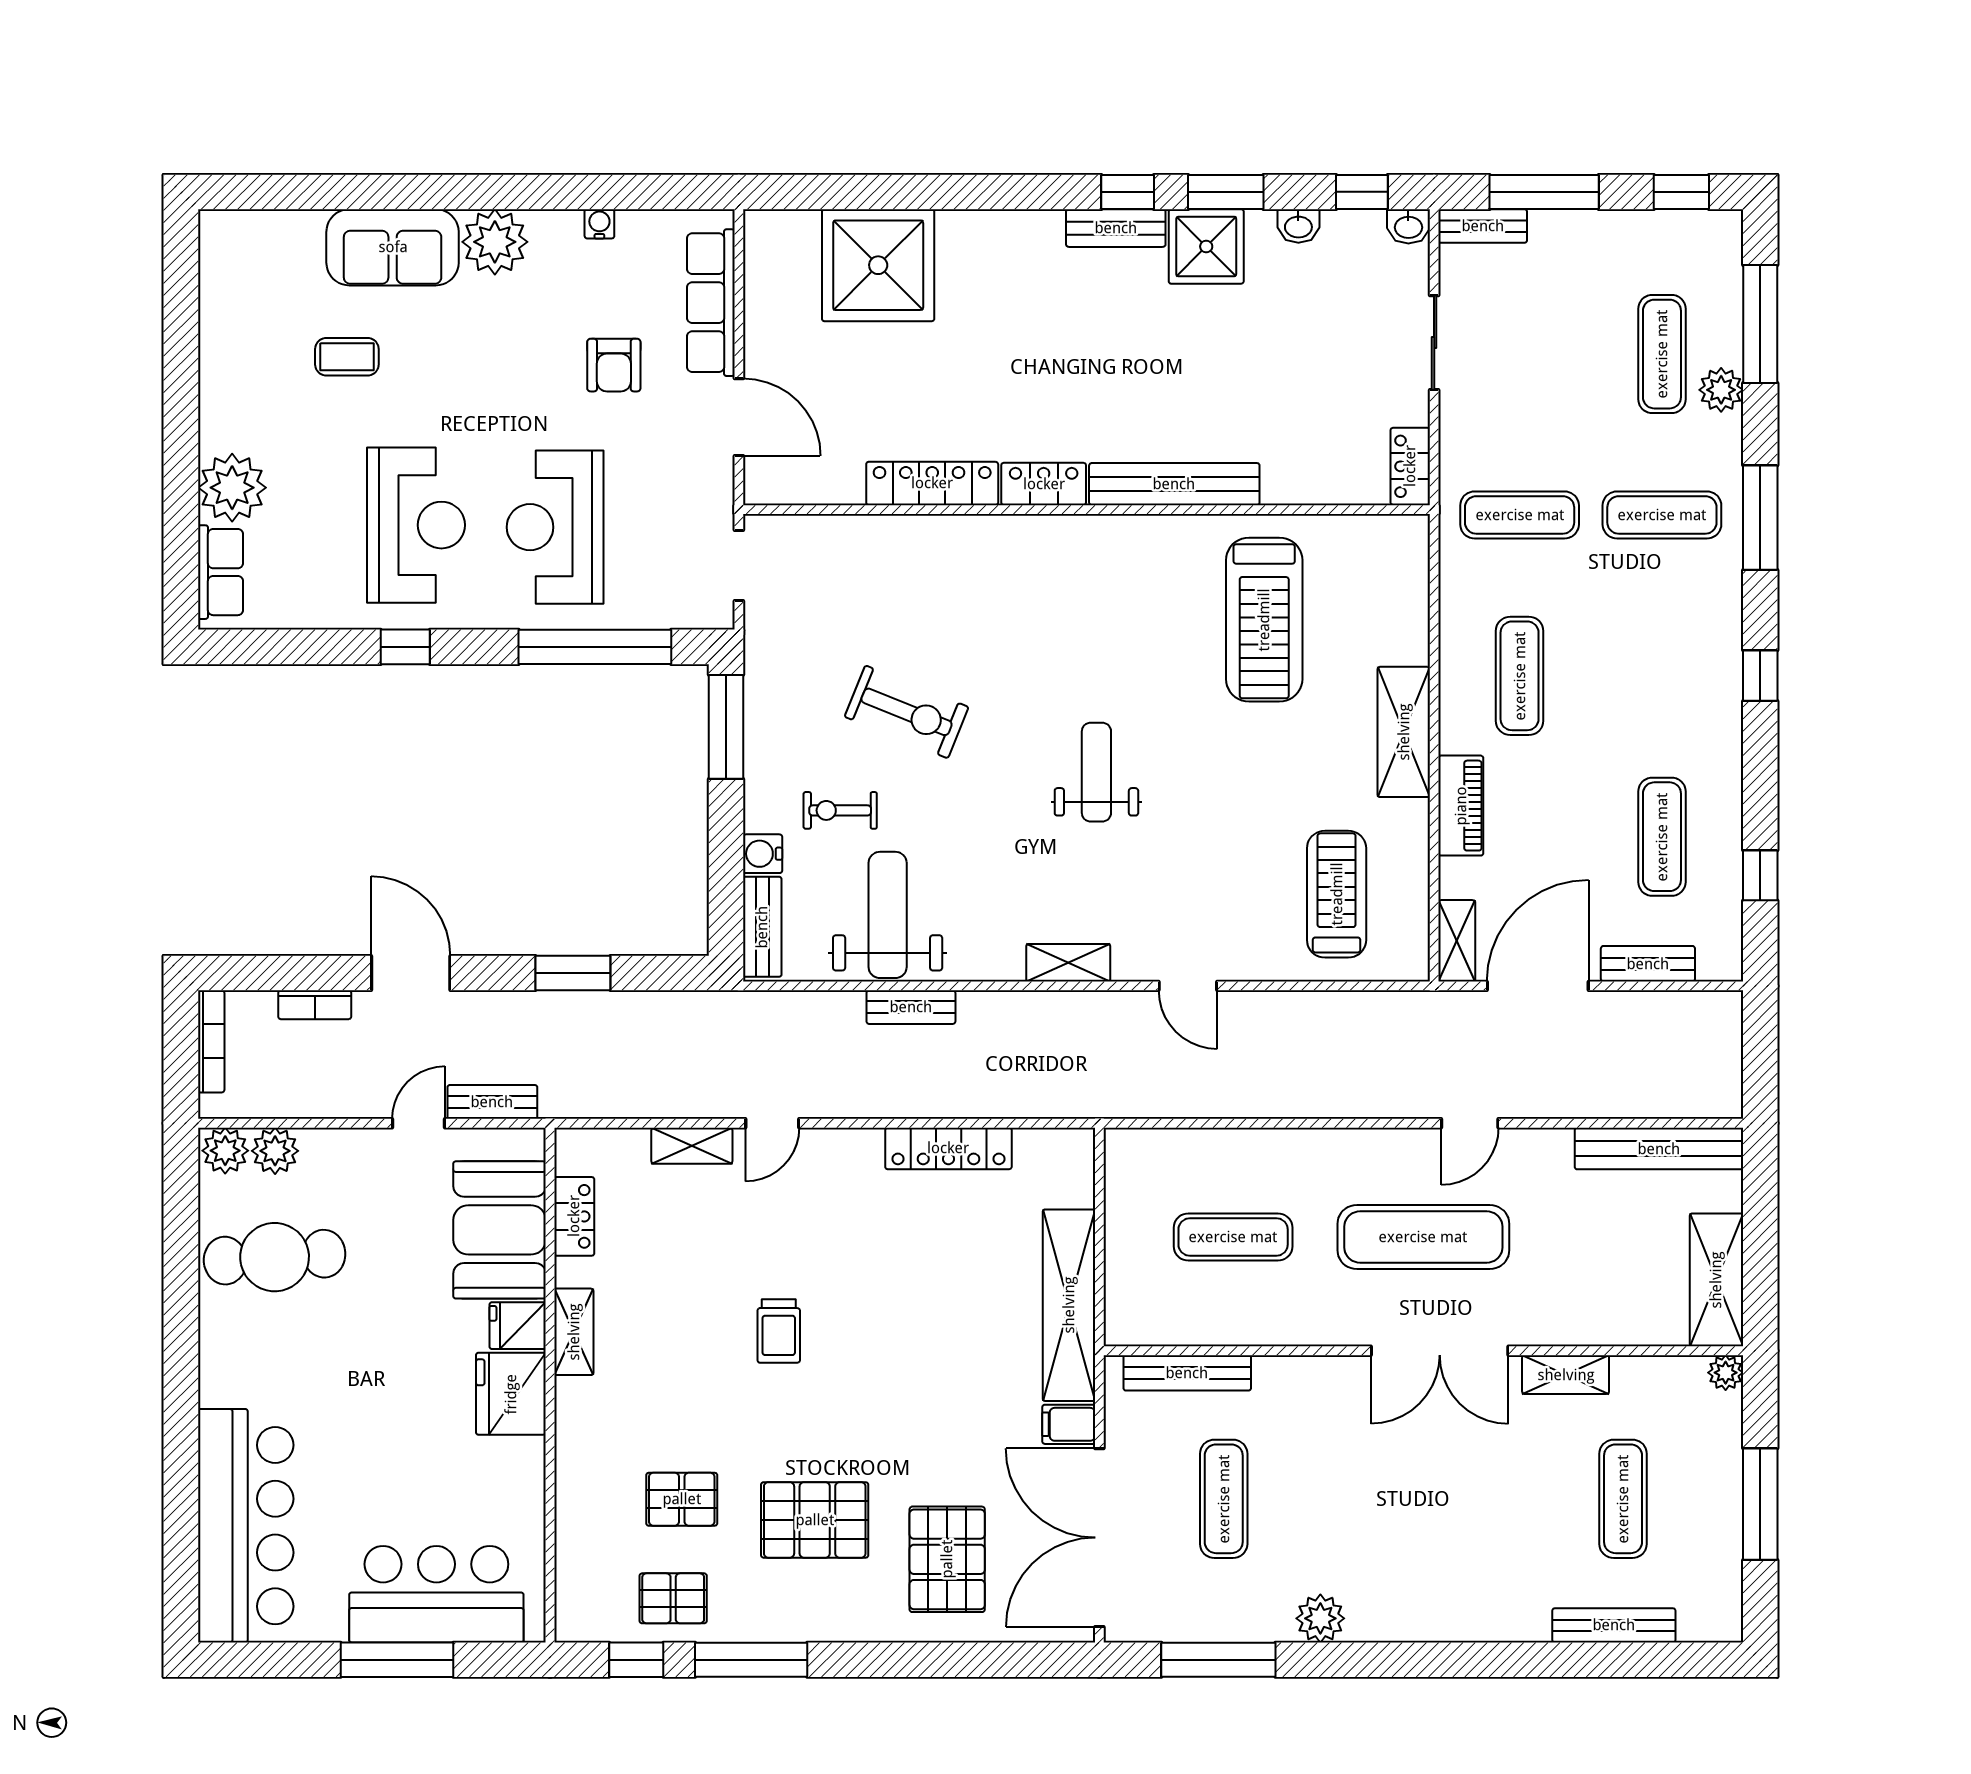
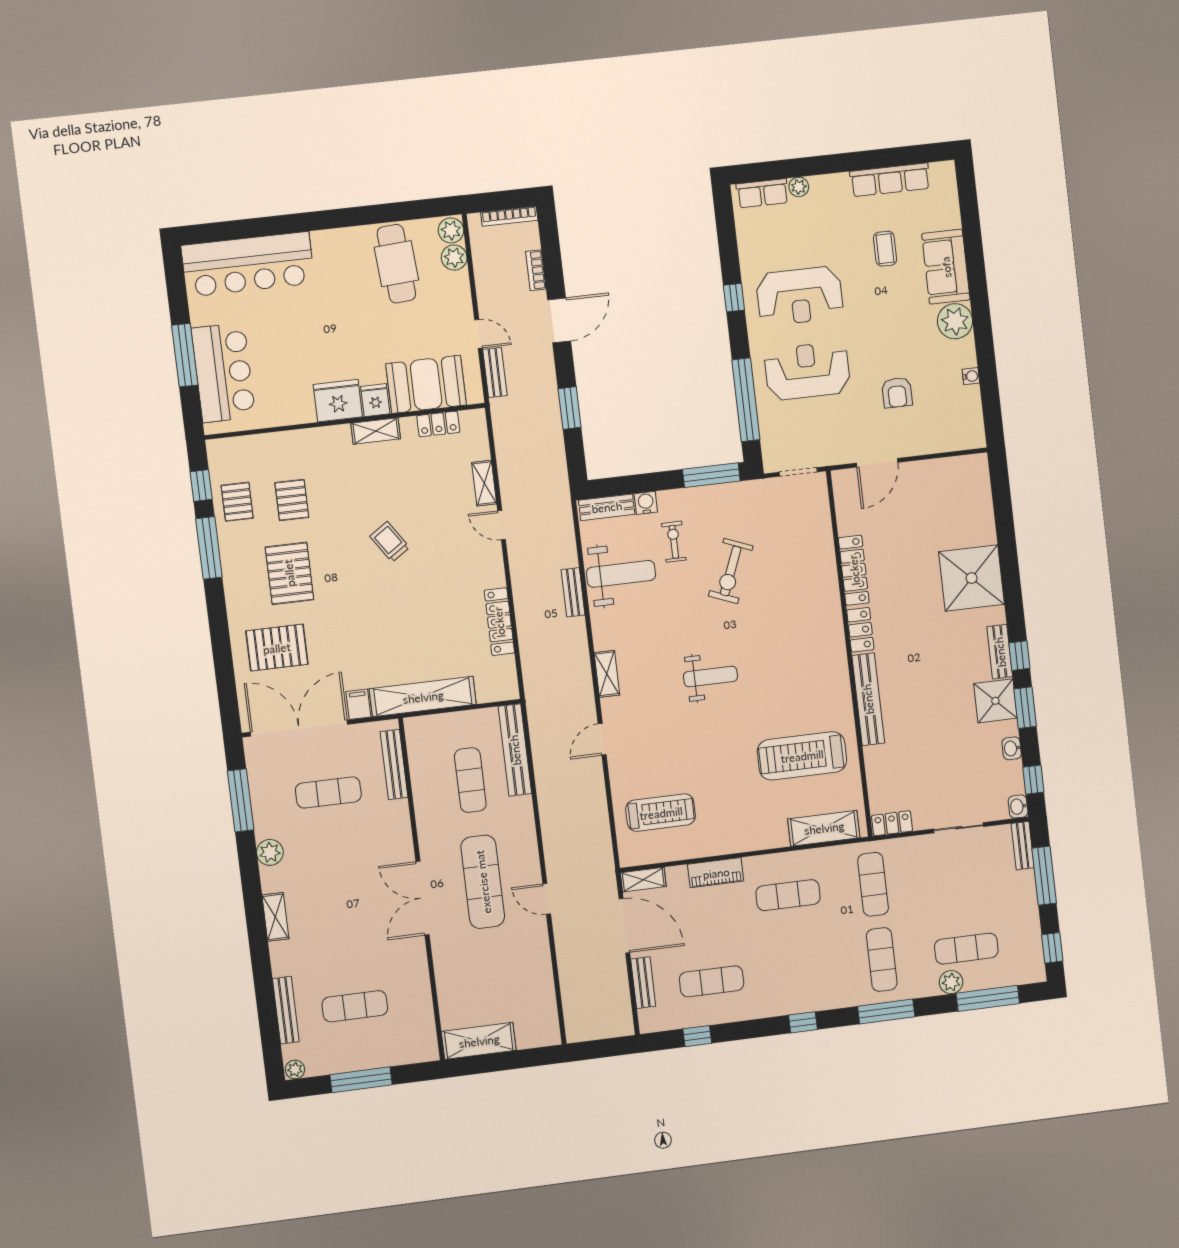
shower: (878, 265) -> (972, 578), moved
row of seats: (711, 303) -> (890, 180), moved, turned 180
armchair: (614, 365) -> (897, 393), turned -90
plant: (232, 488) -> (799, 187), width x0.53, depth x0.53
shelving: (1404, 732) -> (824, 828), moved
bench: (1659, 1149) -> (515, 750), moved
trolley: (779, 1331) -> (390, 542), turned 56
plant: (1726, 1373) -> (295, 1070), moved
shelving: (1566, 1375) -> (275, 917), moved

